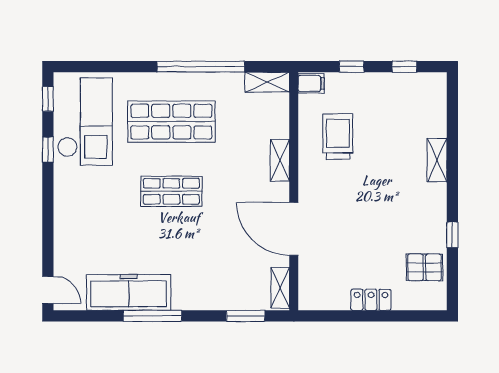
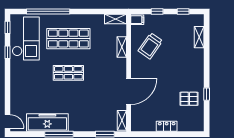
window: (201, 67) -> (48, 11), moved
trolley: (338, 137) -> (150, 46), turned -145
shelving: (280, 160) -> (122, 47), moved
shelving: (437, 160) -> (199, 37), moved
door: (294, 229) -> (129, 91), swing flipped
pallet: (425, 267) -> (189, 99), moved

